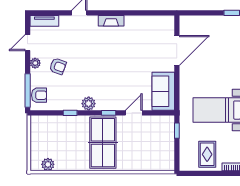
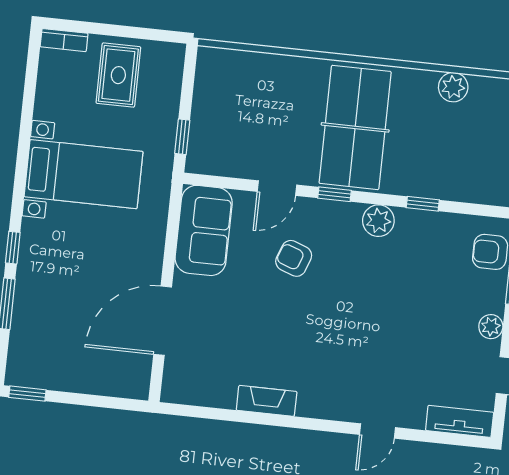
fireplace: (111, 21) -> (267, 401), moved
armchair: (58, 66) -> (294, 258), moved
plant: (48, 164) -> (453, 87), moved

